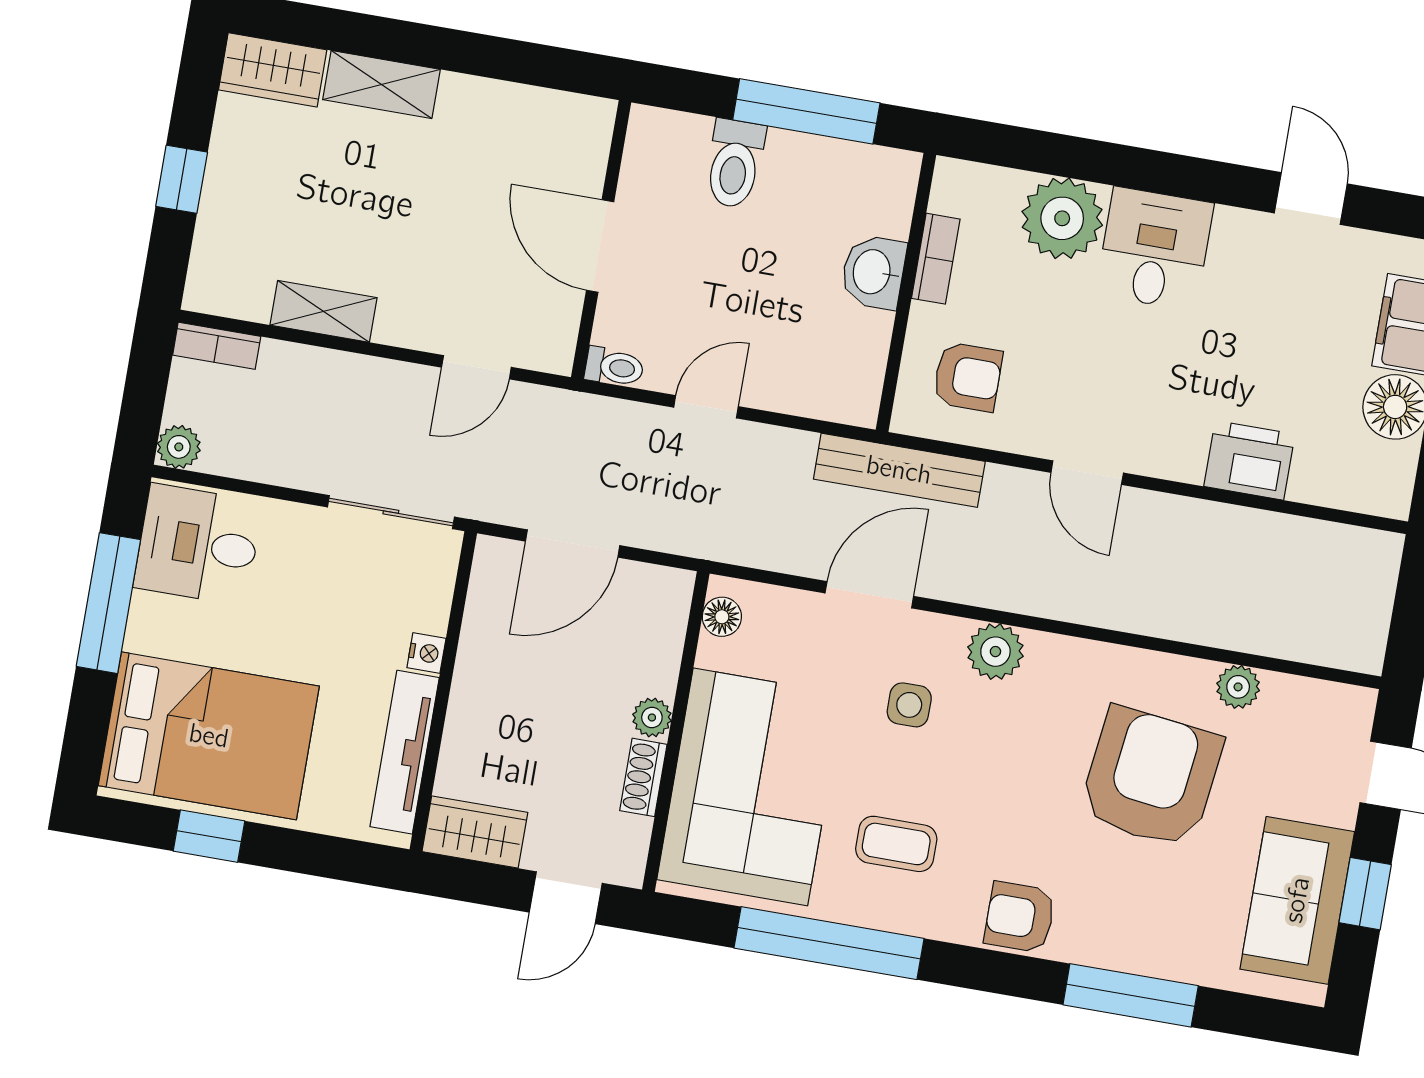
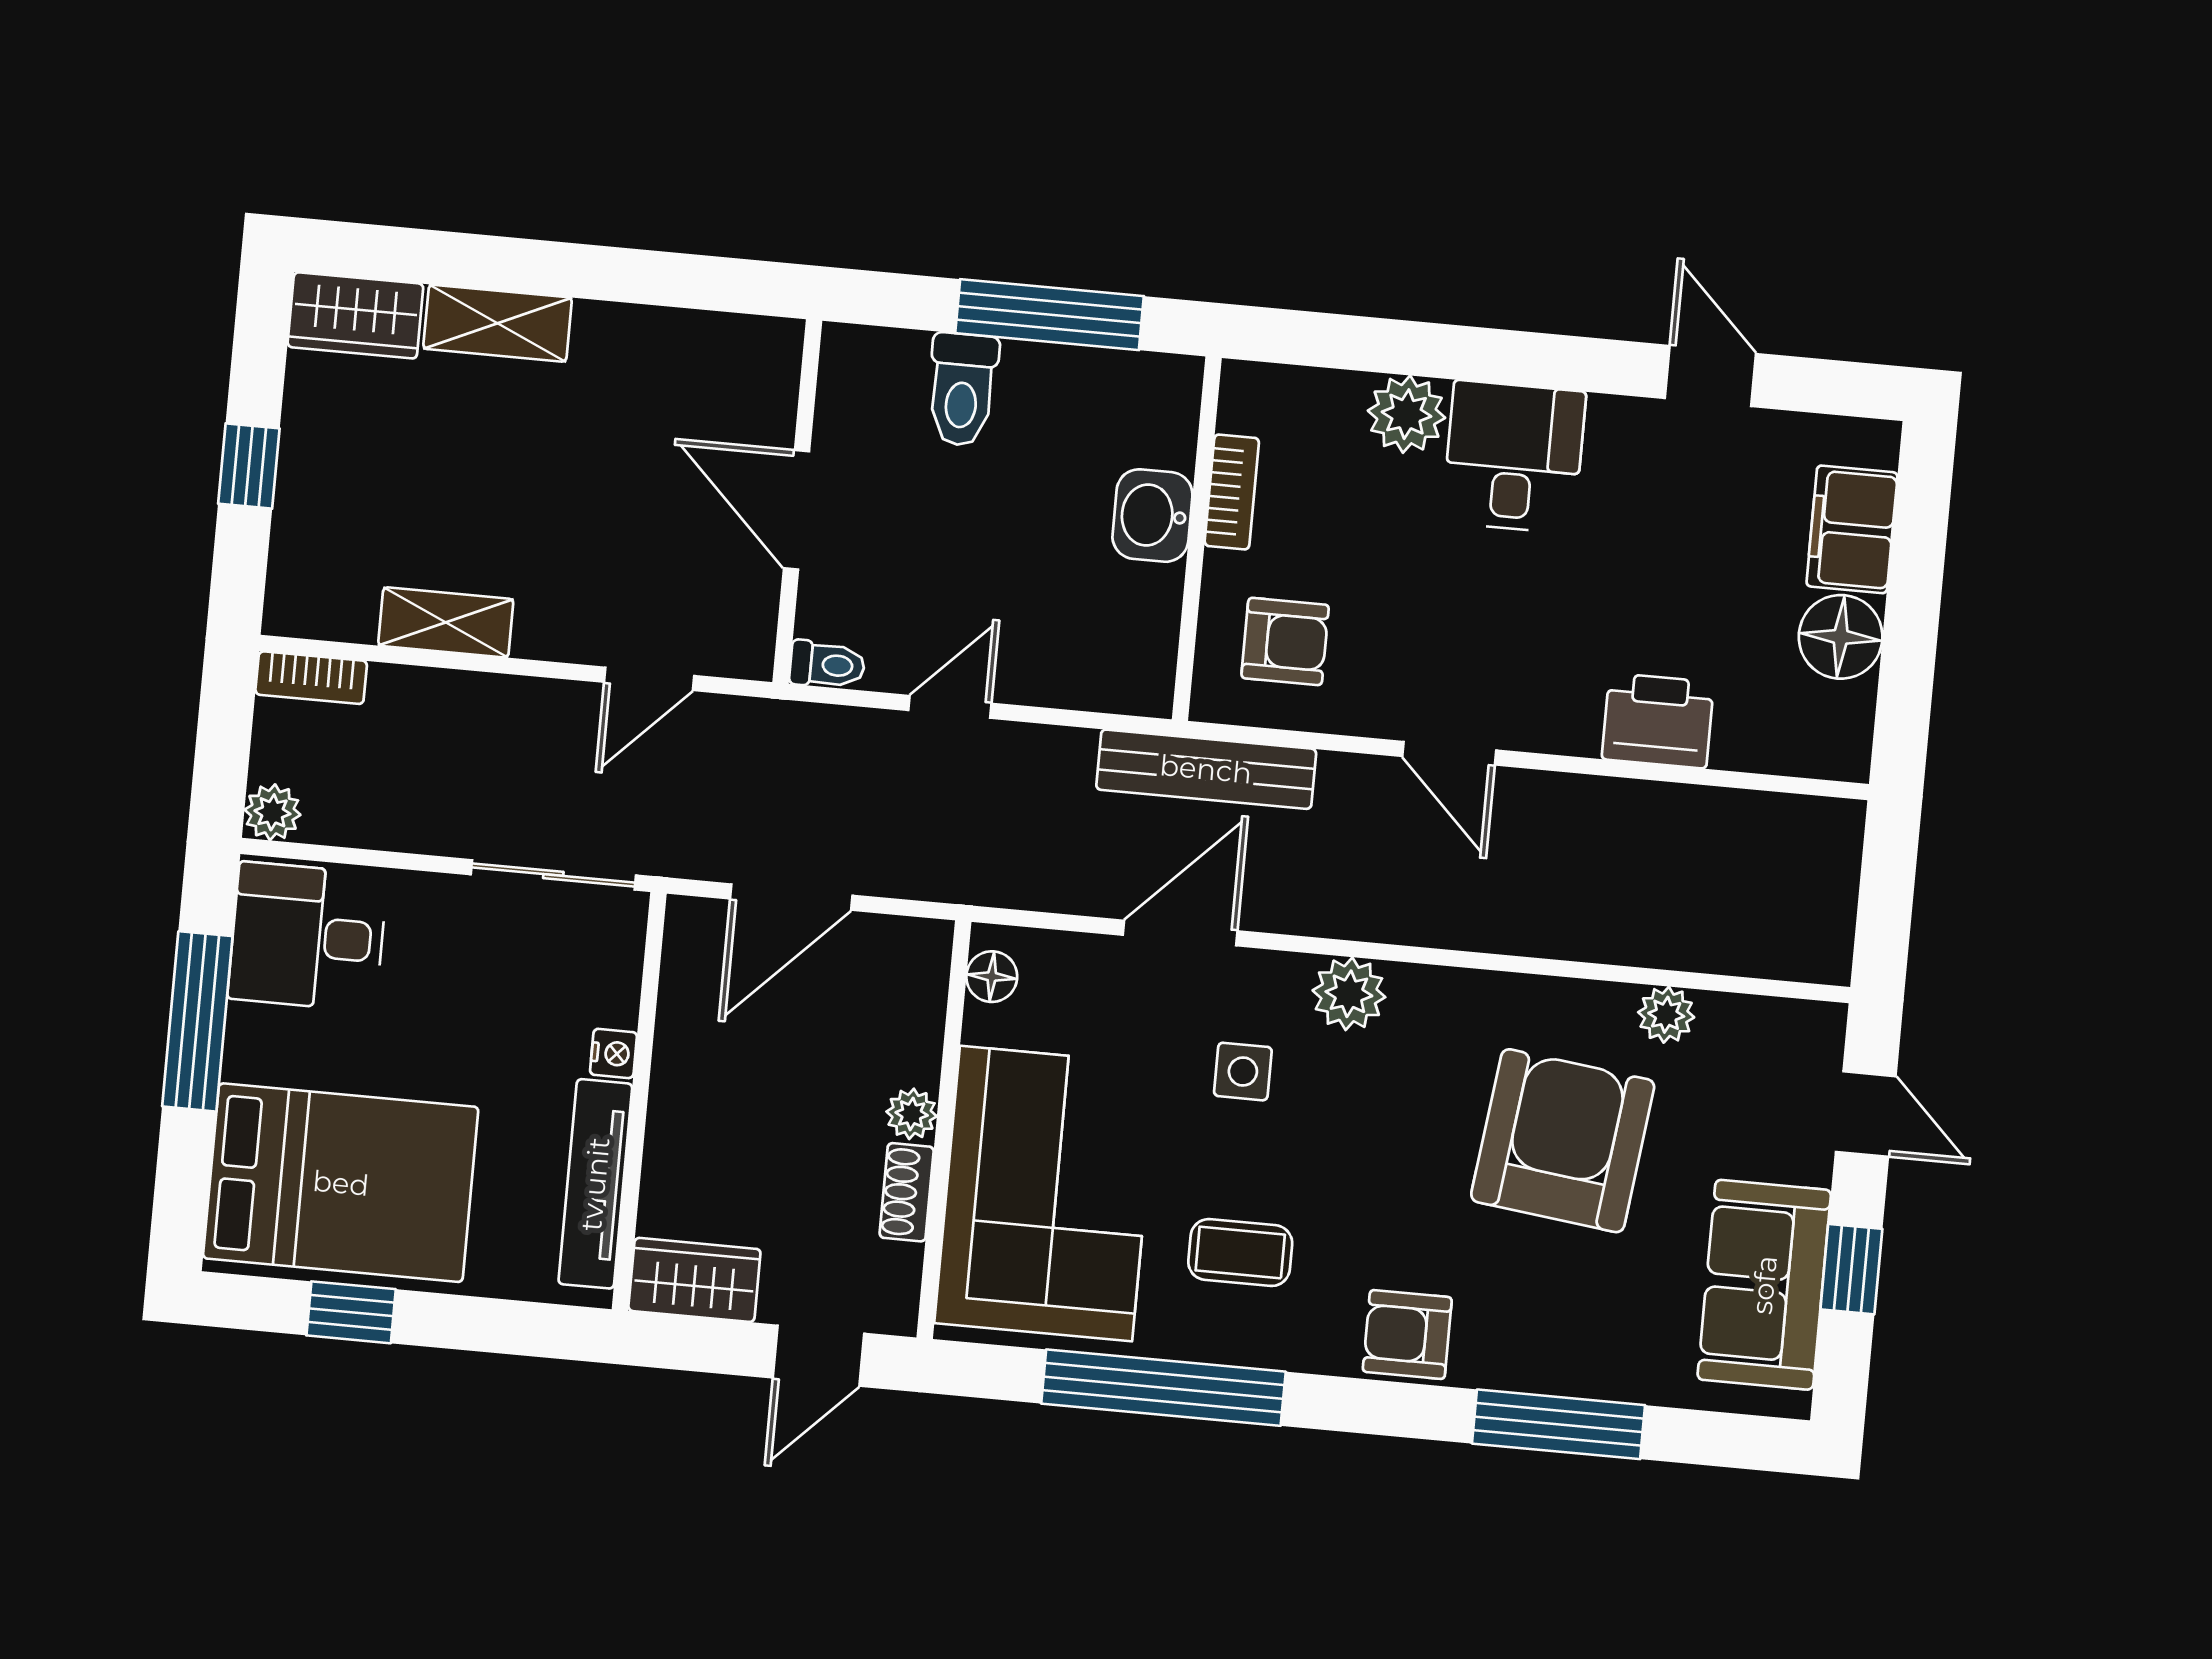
plant: (1062, 218) -> (1406, 414), width x0.73, depth x0.73

